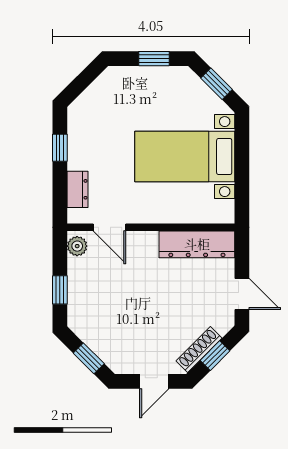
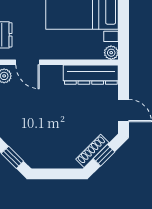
plant: (225, 214) -> (111, 53), added
door: (154, 381) -> (60, 174), removed

